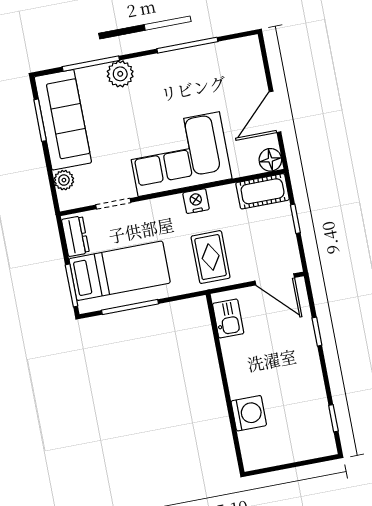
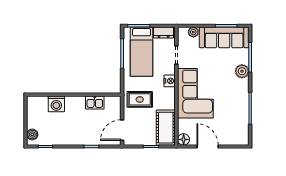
cot: (263, 191) -> (166, 128), width x1.37, depth x1.34
nightstand: (196, 201) -> (170, 81), moved
kitchen sink: (228, 319) -> (95, 102), moved
boiler: (316, 448) -> (32, 134), added

